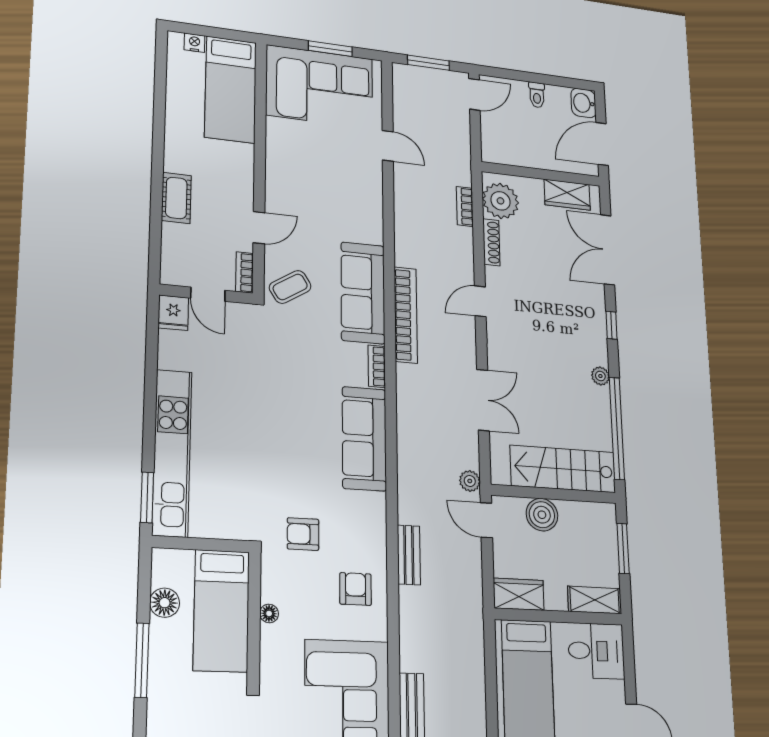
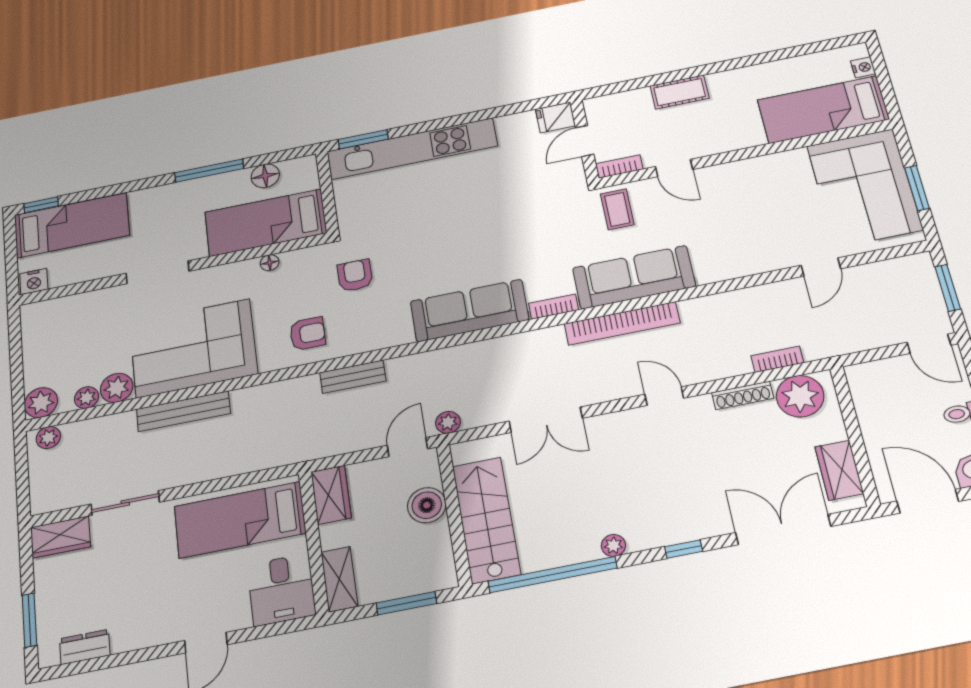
coffee table: (290, 287) -> (617, 209), turned 32

